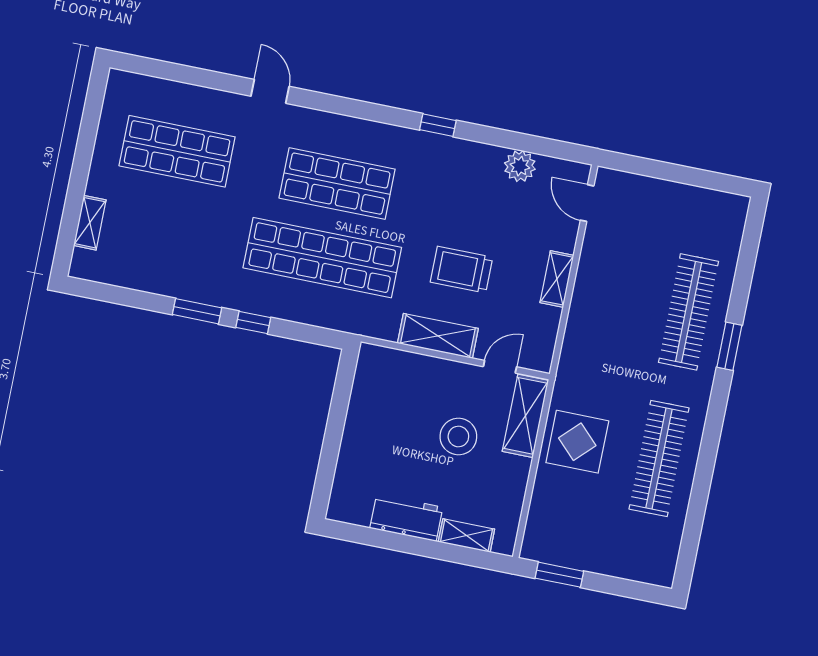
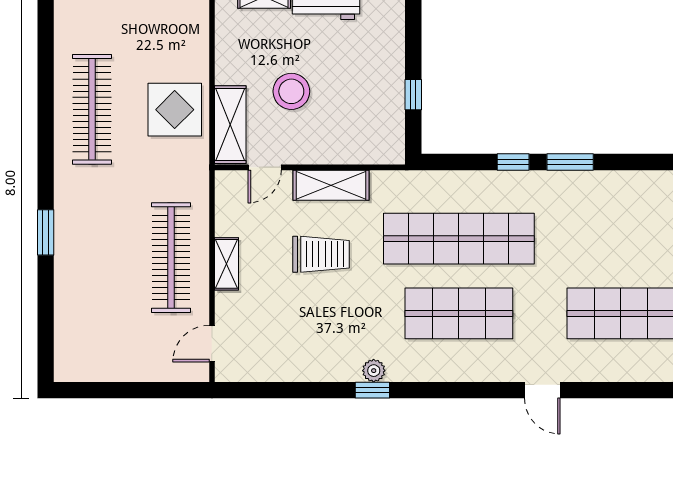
plant: (520, 166) -> (374, 371), moved, width x0.73, depth x0.73
door: (587, 203) -> (212, 344), swing flipped
clothes rail: (689, 312) -> (171, 258), moved
window: (339, 409) -> (413, 95), added

